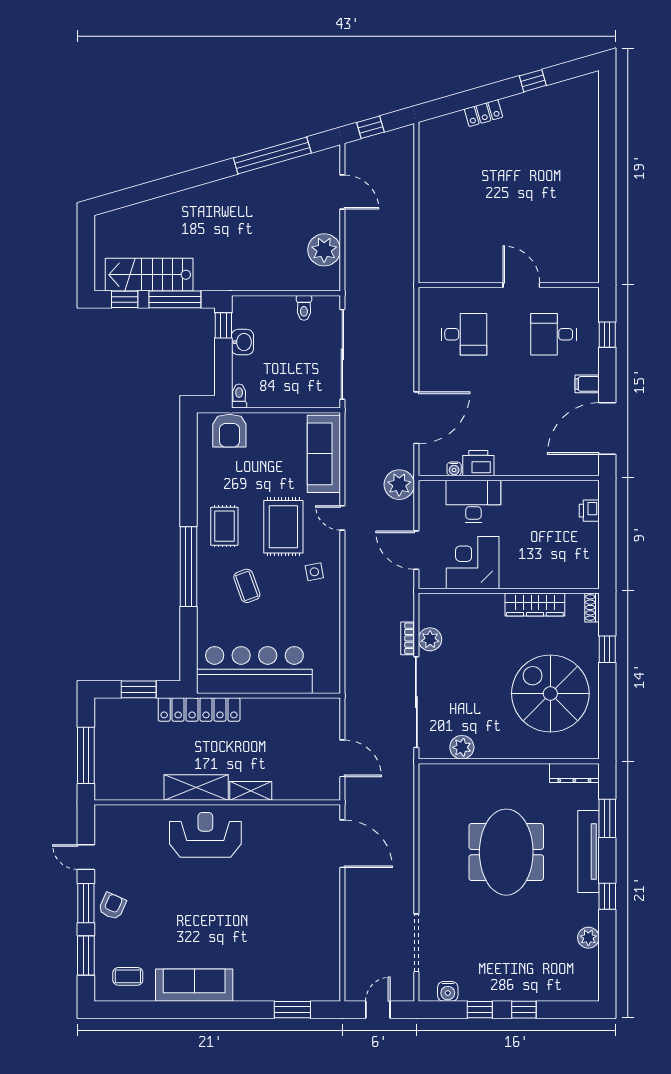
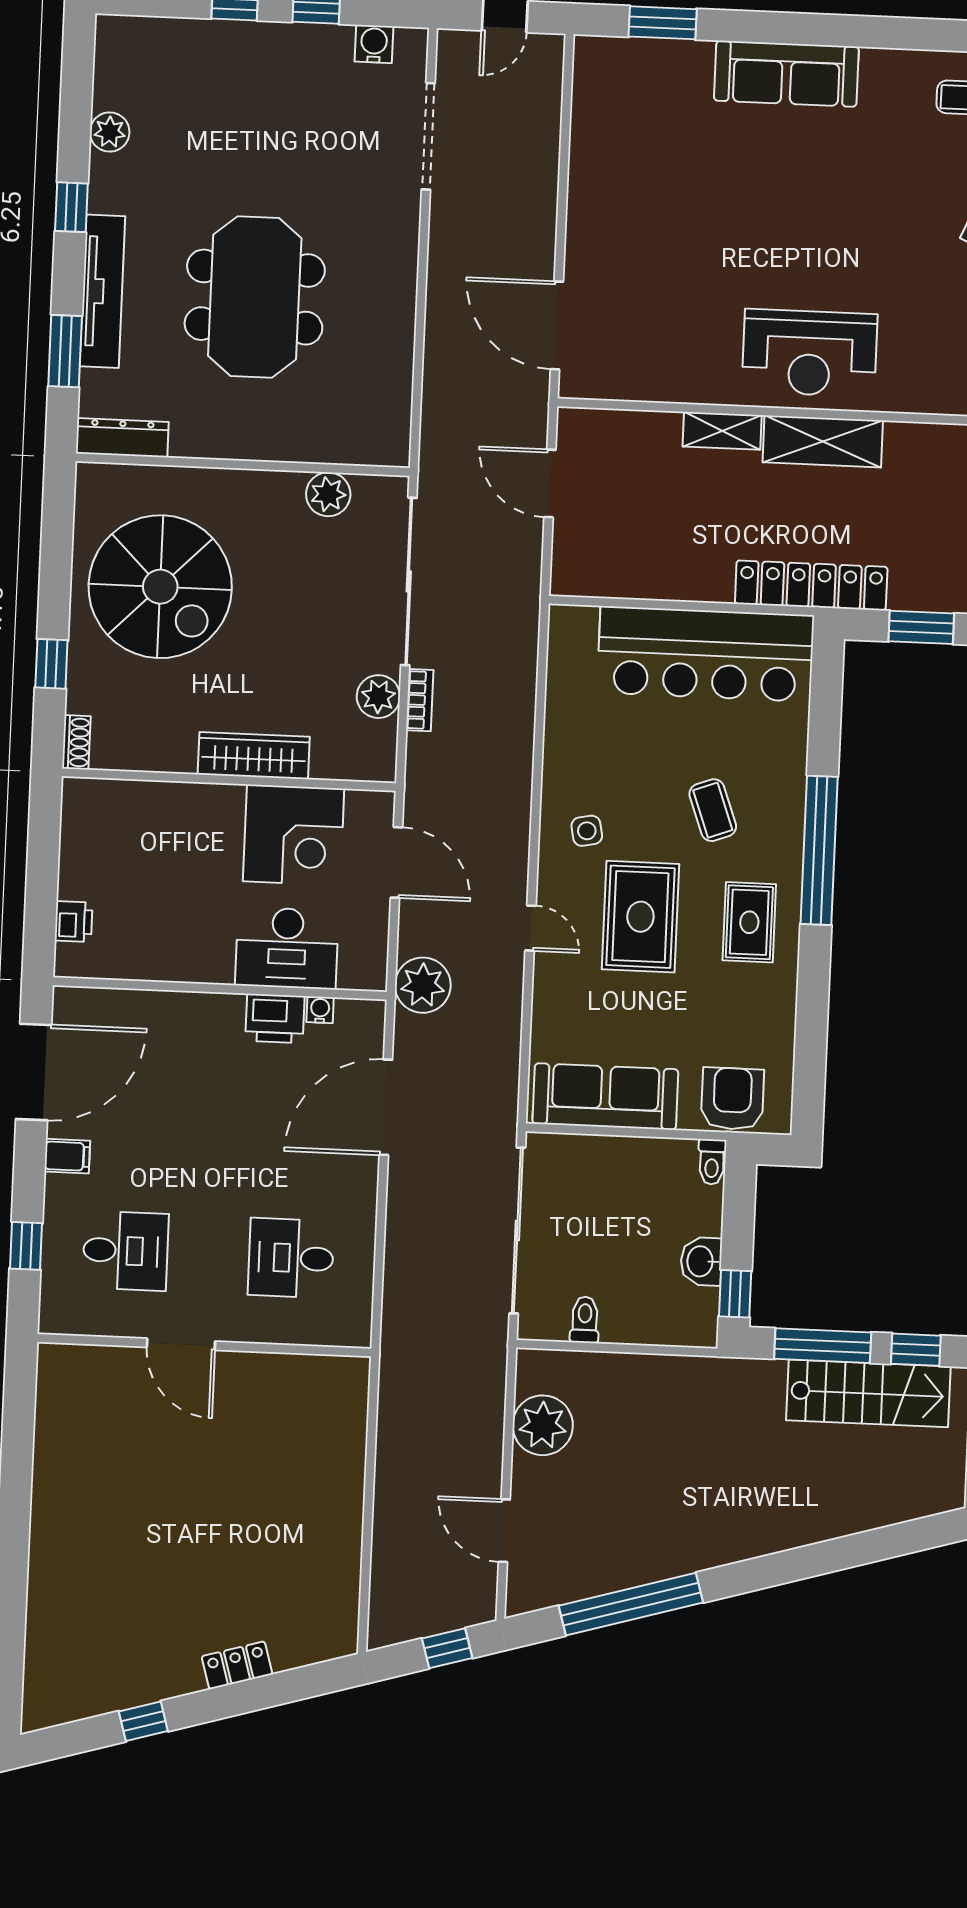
sofa: (324, 454) -> (605, 1096), moved, turned -90
wardrobe: (535, 604) -> (254, 756), moved
sofa: (194, 985) -> (786, 74), moved

